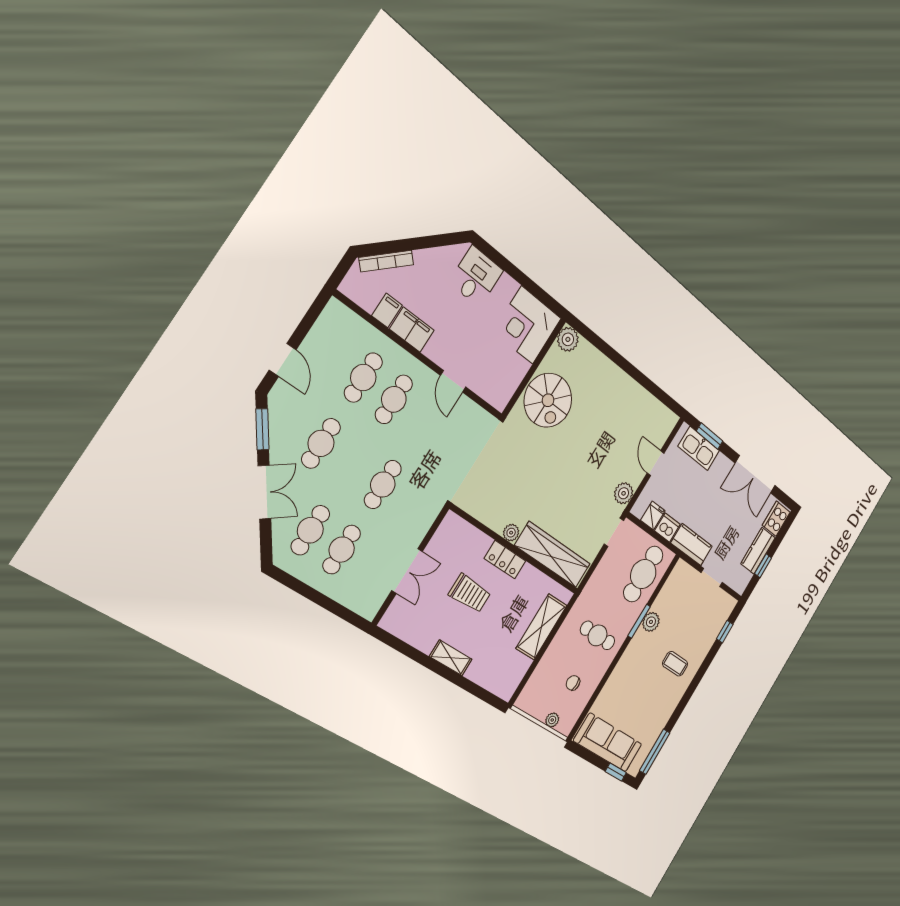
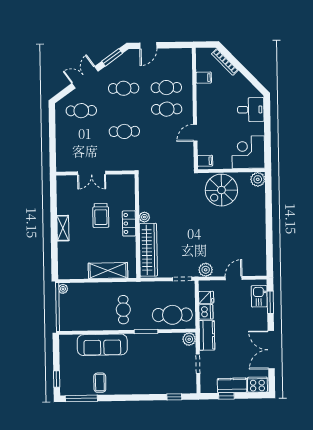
filing cabinet: (412, 330) -> (205, 161), moved, width x0.50
kitchen sink: (699, 448) -> (259, 296), width x0.73
double door: (264, 492) -> (85, 77), swing flipped
cafe table: (342, 550) -> (82, 132), removed
plant: (651, 622) -> (189, 339), moved
coffee table: (675, 664) -> (100, 383), moved
chair: (573, 683) -> (90, 313), removed
plant: (552, 720) -> (63, 289), moved
sofa: (608, 743) -> (102, 345), moved, turned 90

